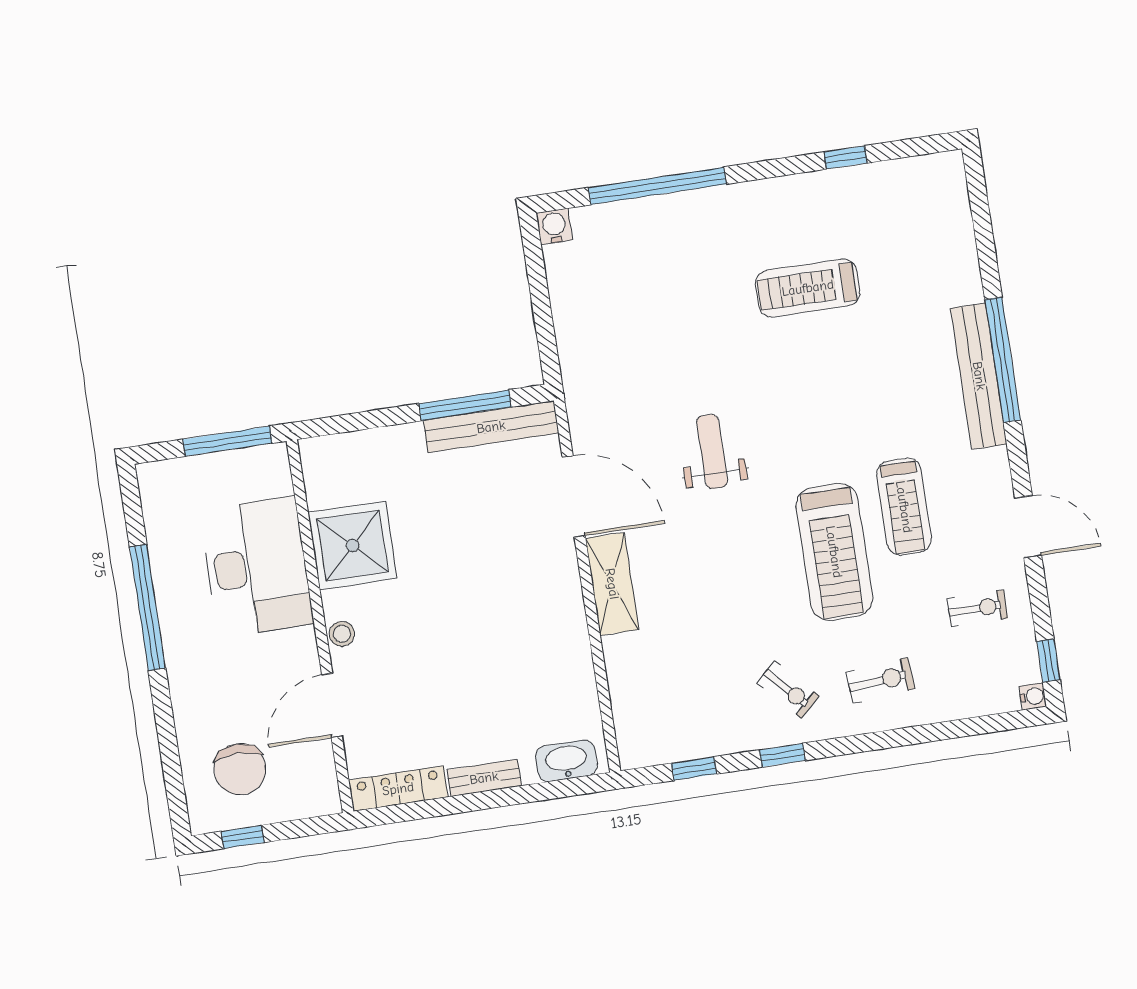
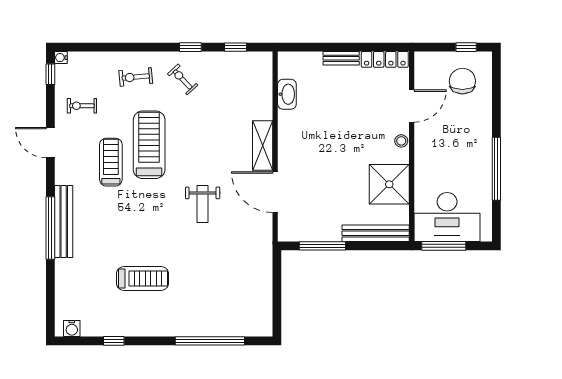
water cooler: (554, 226) -> (72, 328), moved
bench: (491, 427) -> (376, 233), moved
desk: (257, 567) -> (447, 217), moved, turned -90
washbasin: (566, 761) -> (287, 94), moved, turned -90

